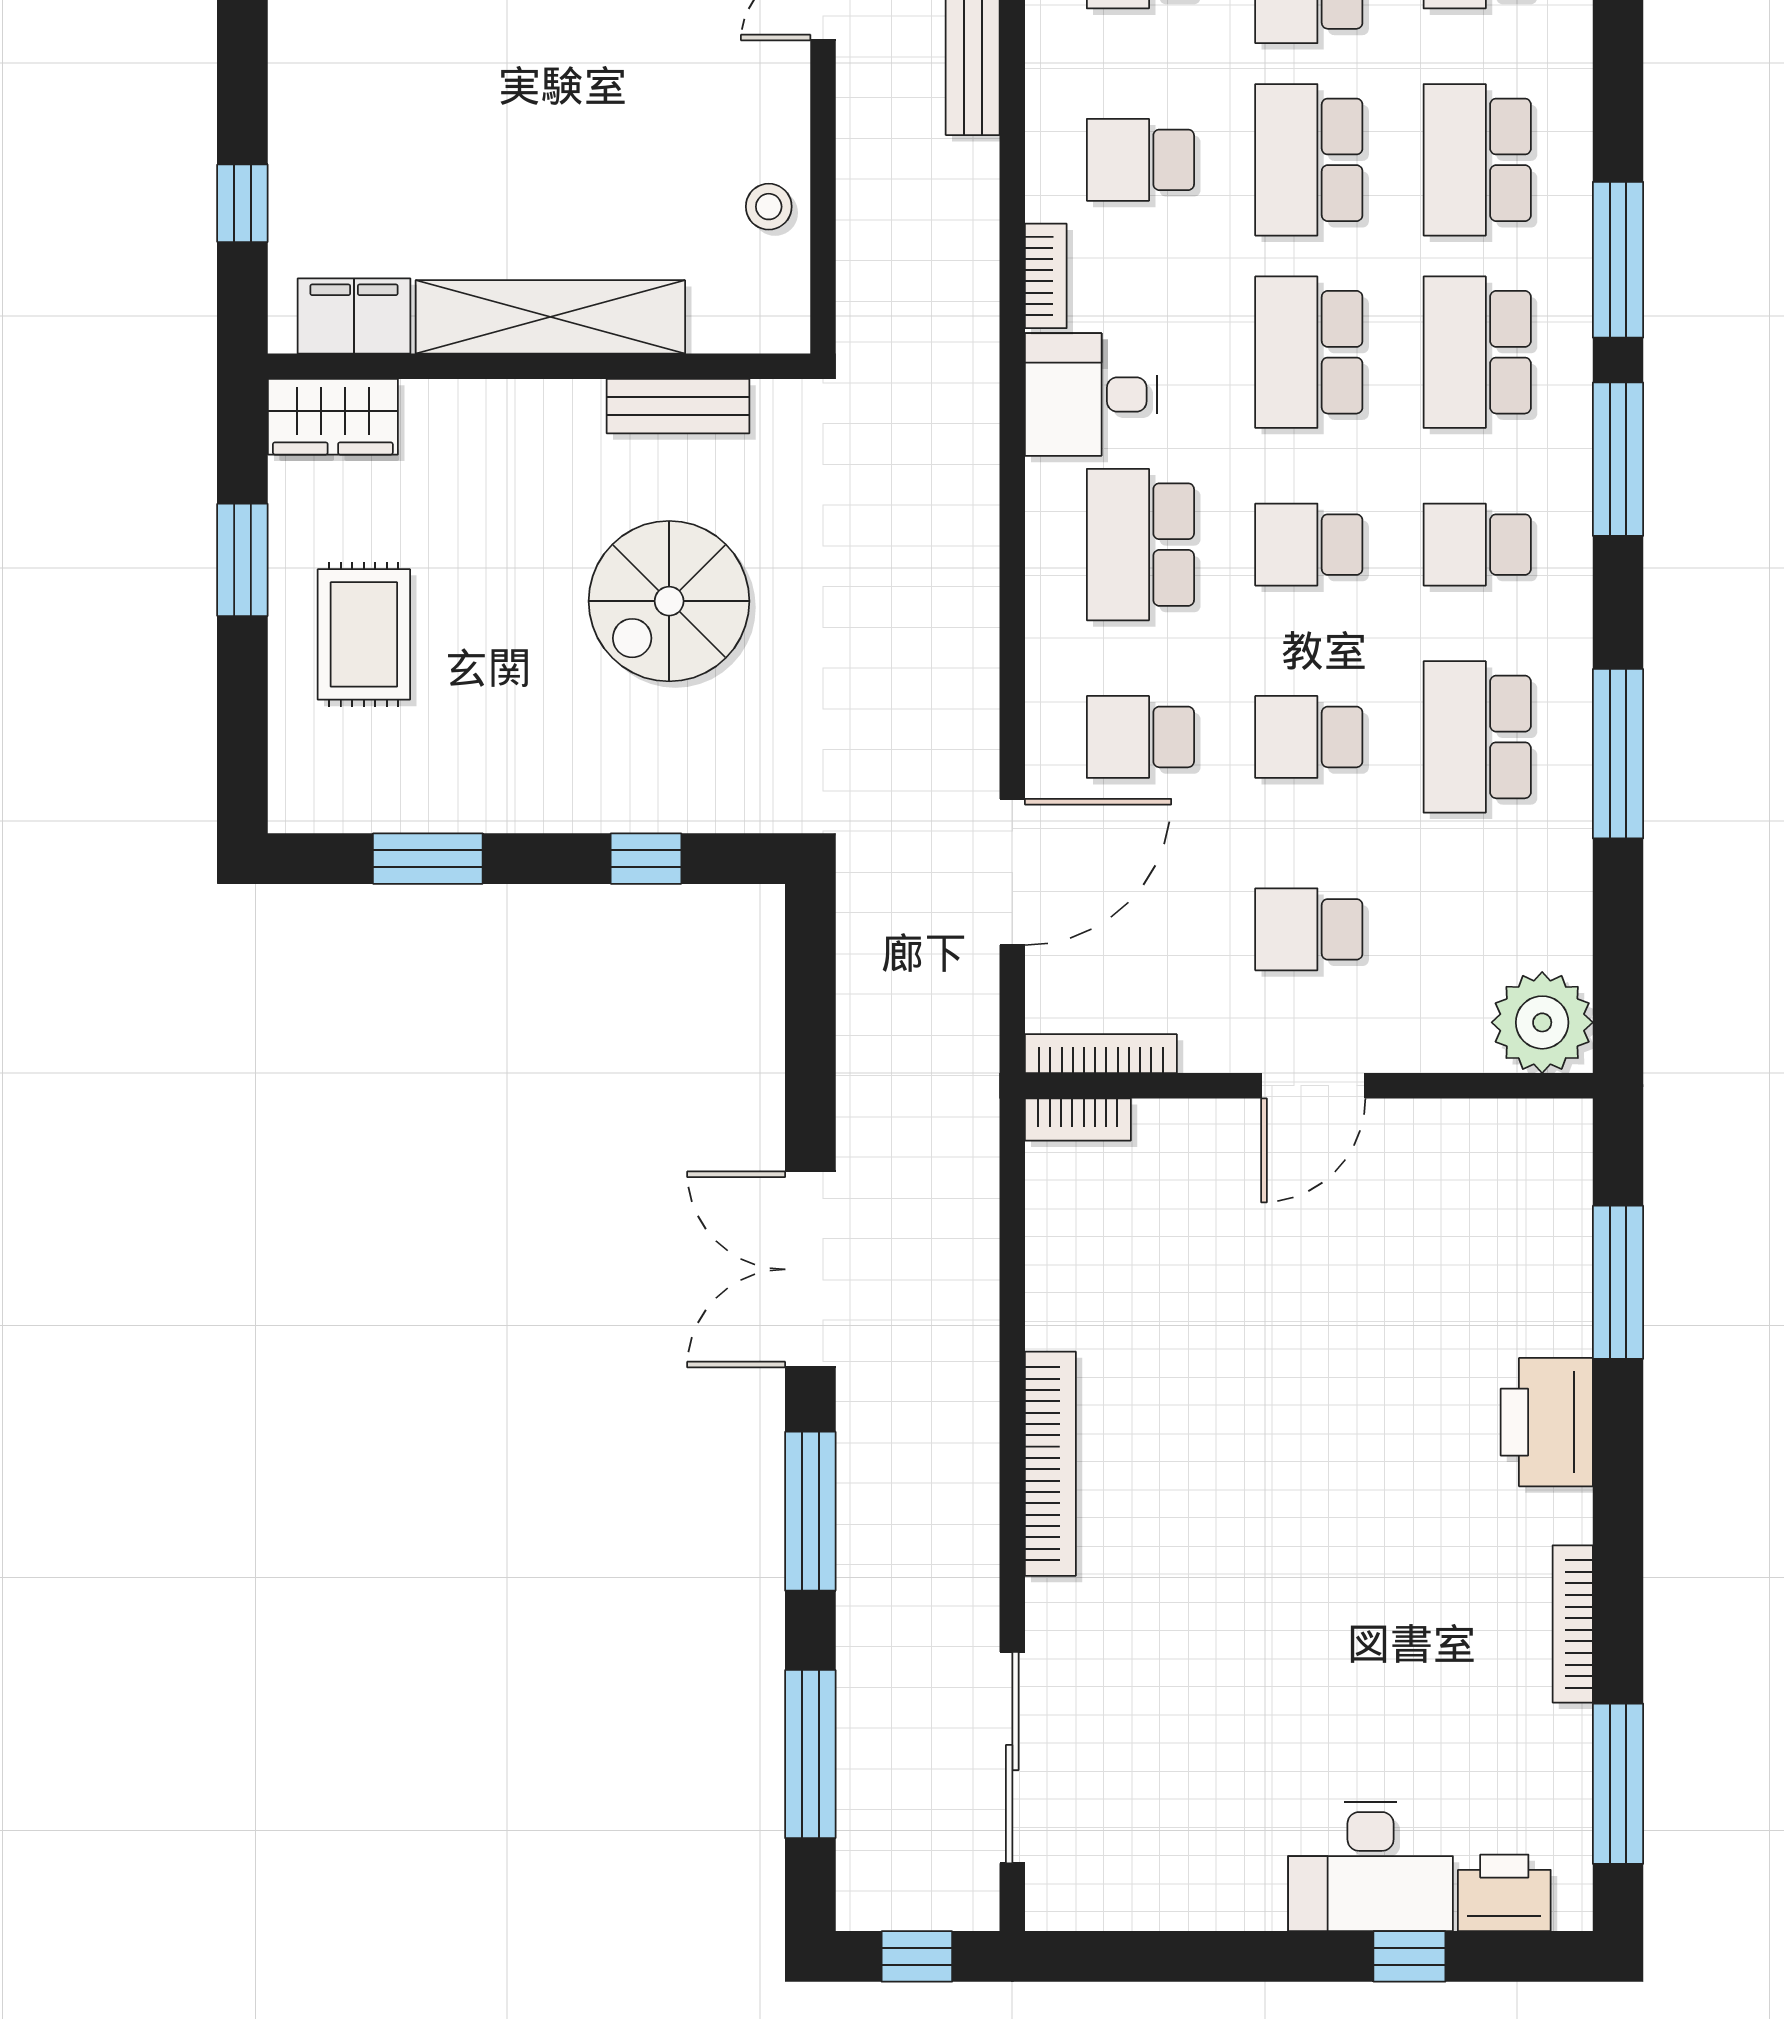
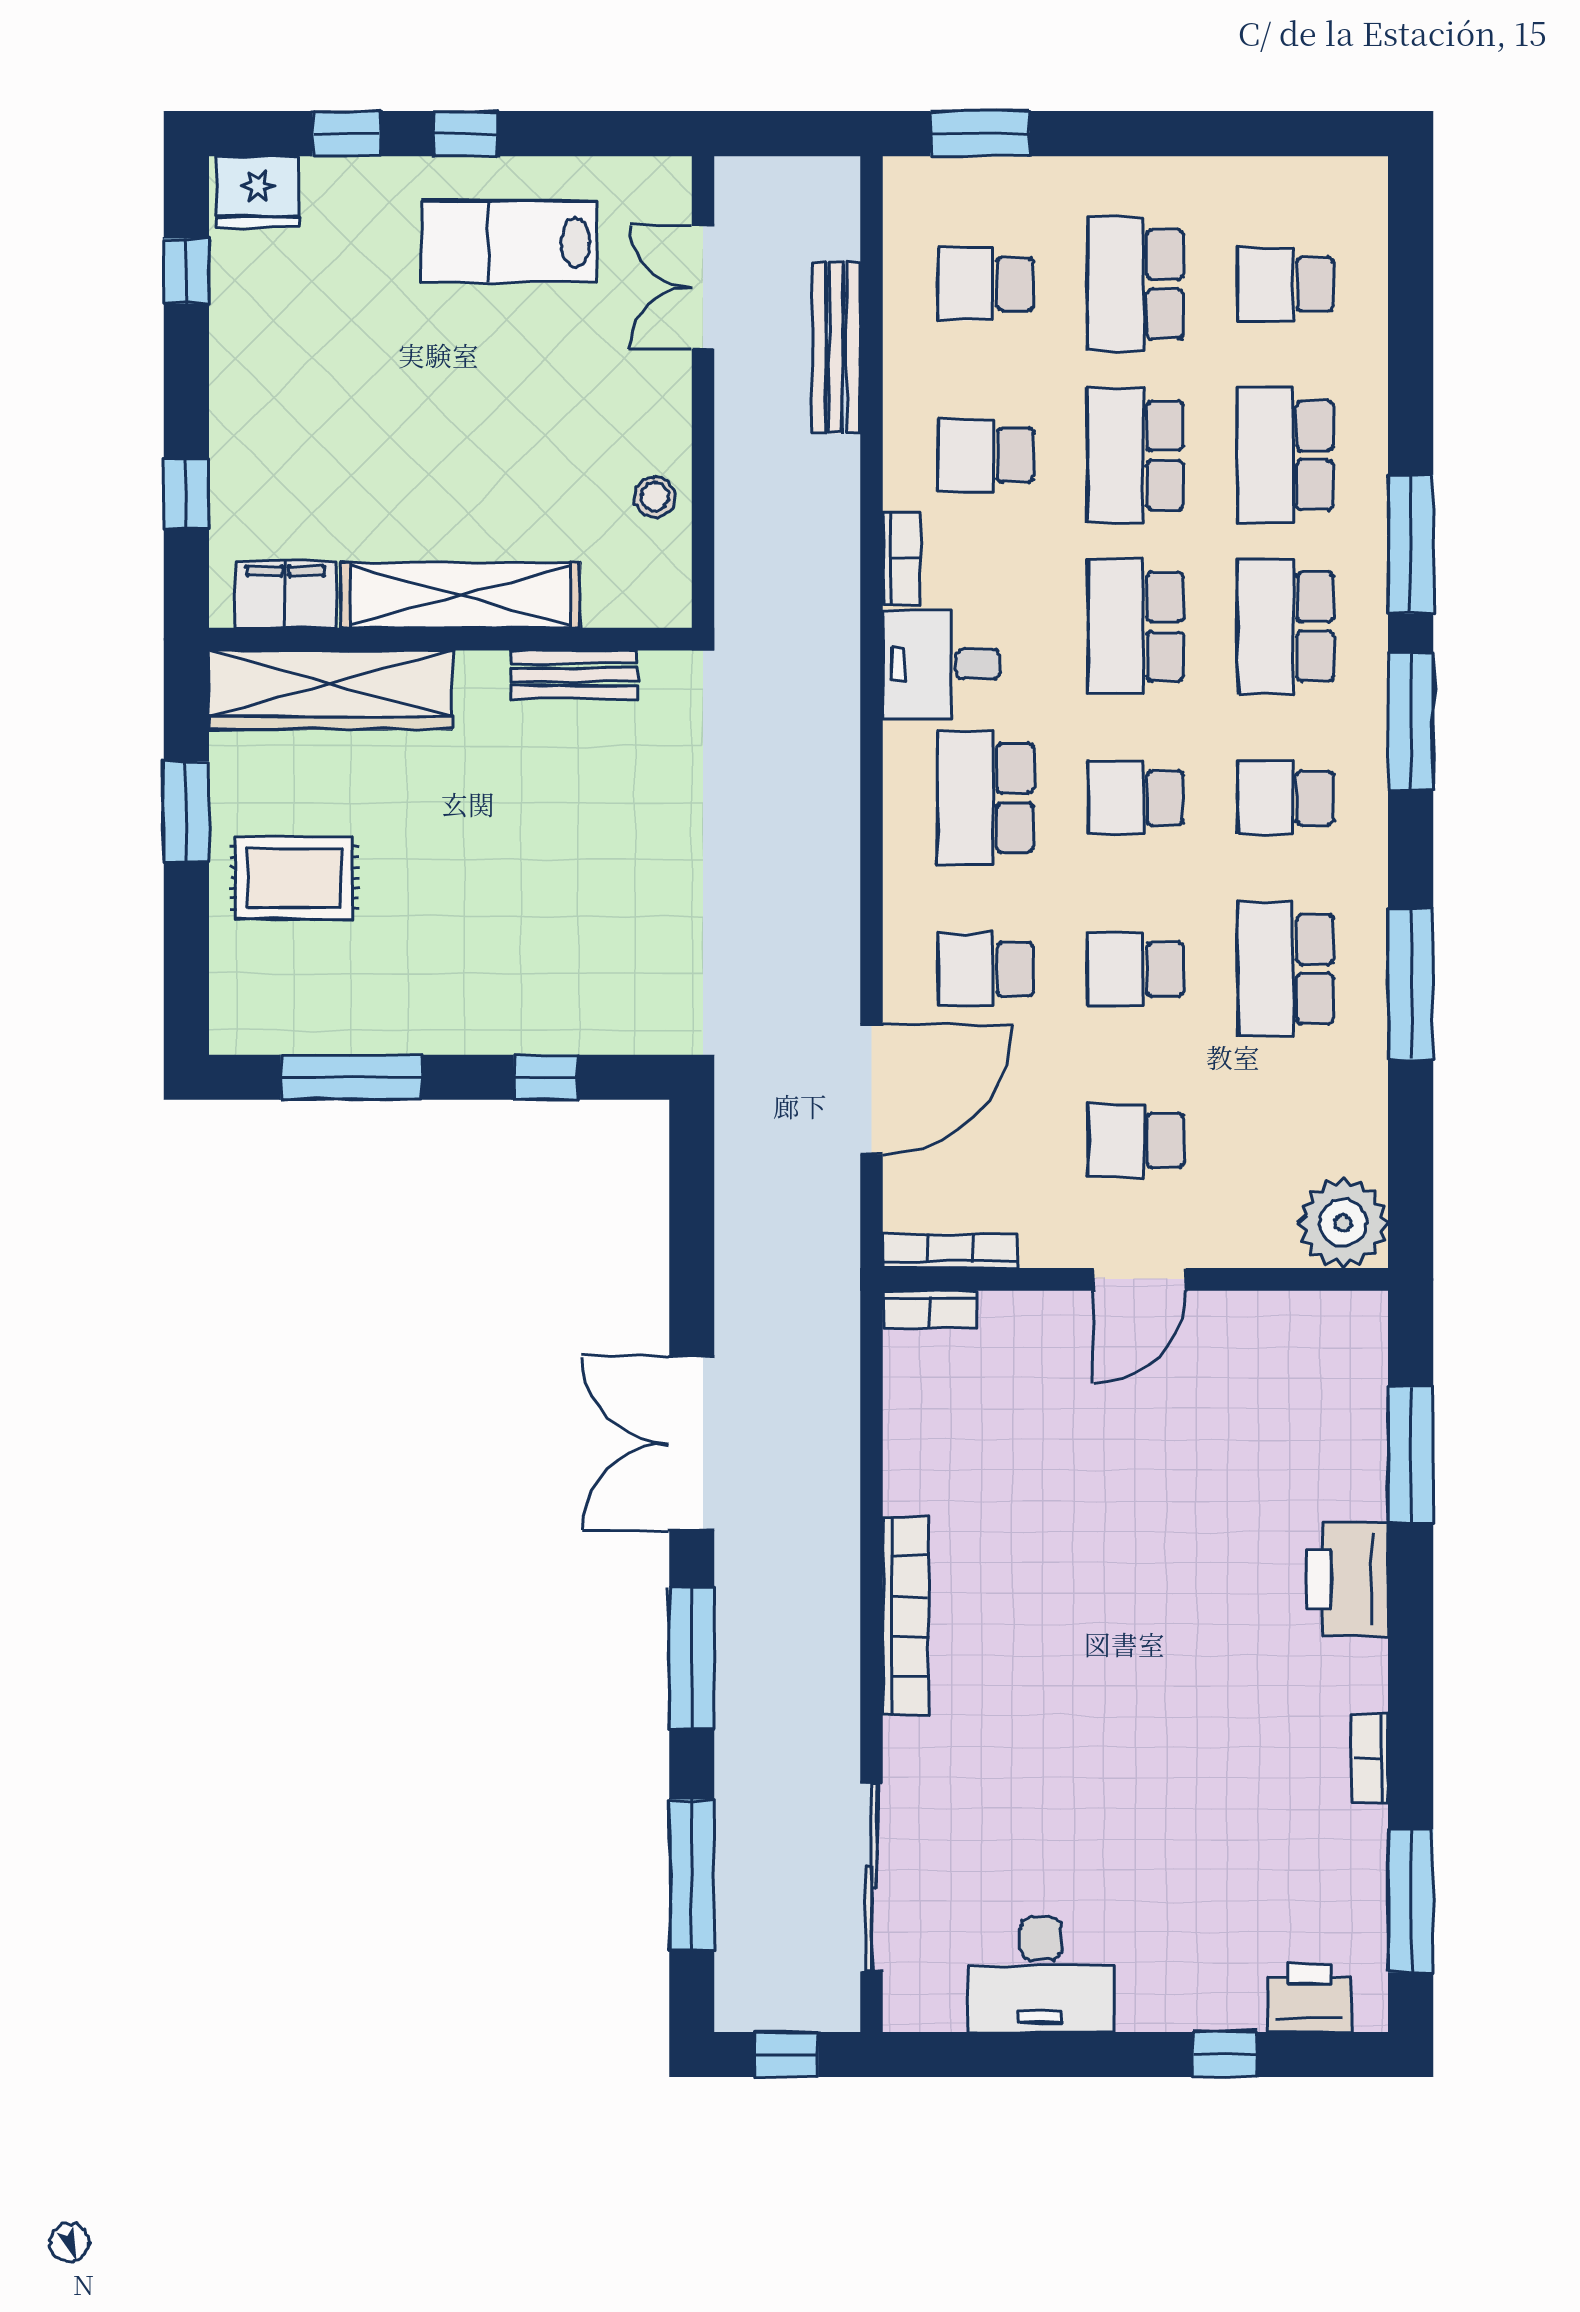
wardrobe: (333, 417) -> (330, 690), width x2.10, depth x1.17
spiral stairs: (669, 601) -> (566, 848), removed
rug: (364, 634) -> (294, 878), turned 90
window: (428, 859) -> (351, 1077), width x1.44
bookcase: (1573, 1624) -> (1370, 1759), width x0.64
desk: (1371, 1866) -> (1041, 1974), moved

